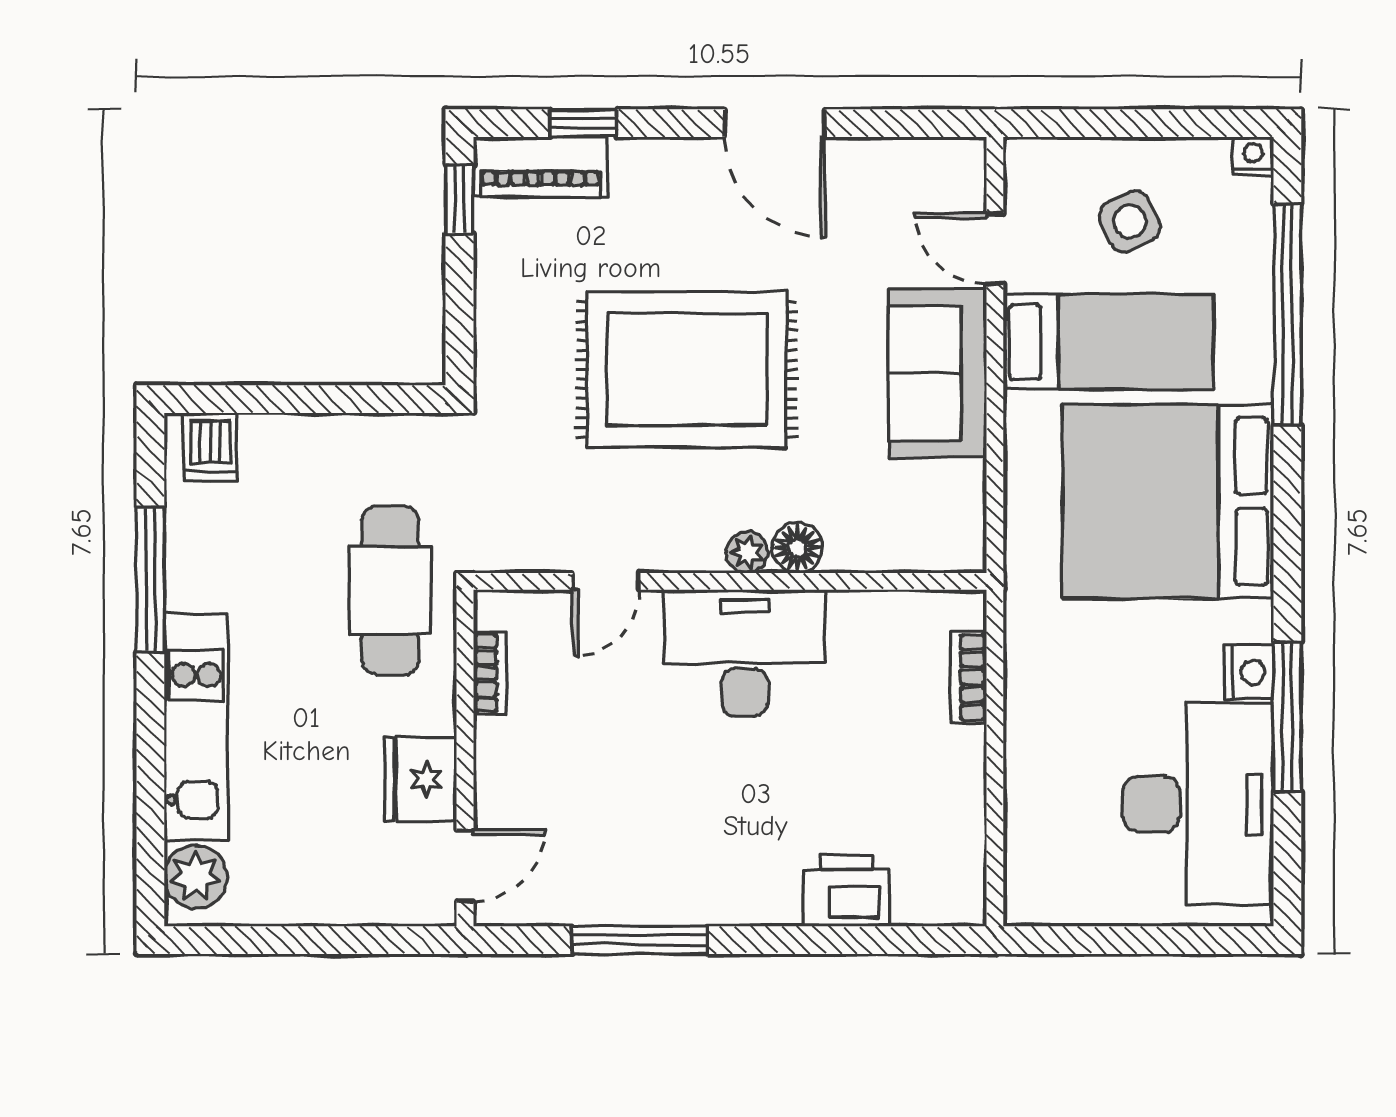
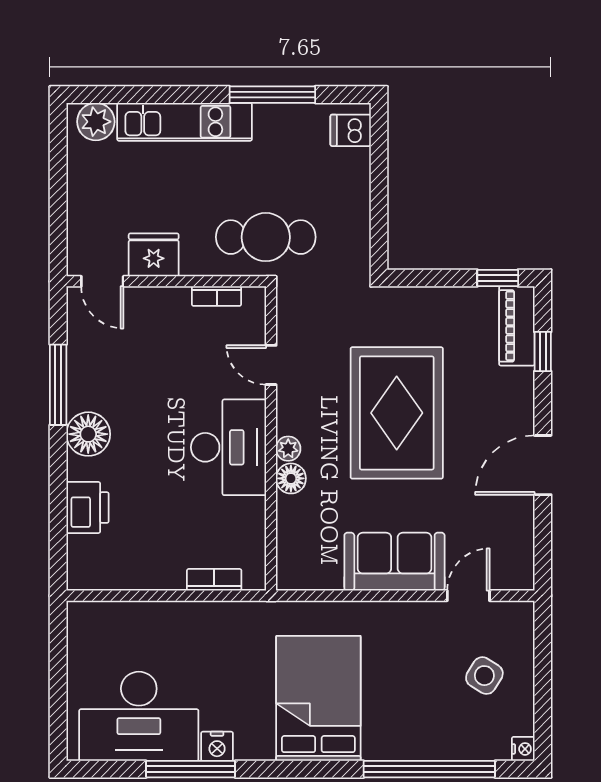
side table: (1130, 222) -> (484, 676), turned -33
bed: (1108, 342) -> (413, 663), removed
bed: (1168, 501) -> (318, 698), width x0.73
floor lamp: (723, 889) -> (88, 434), added

